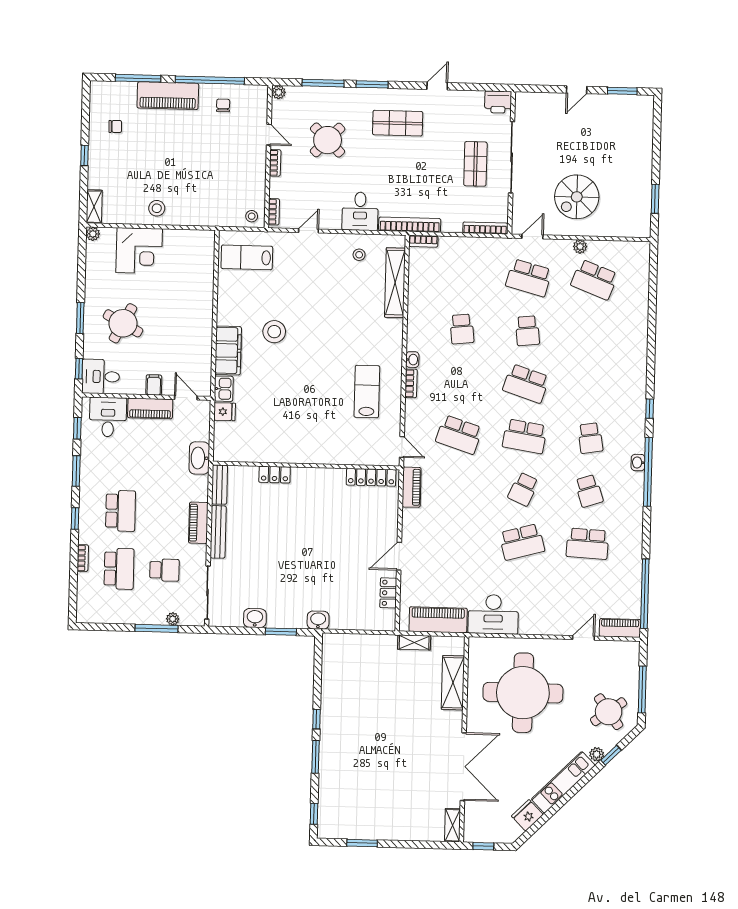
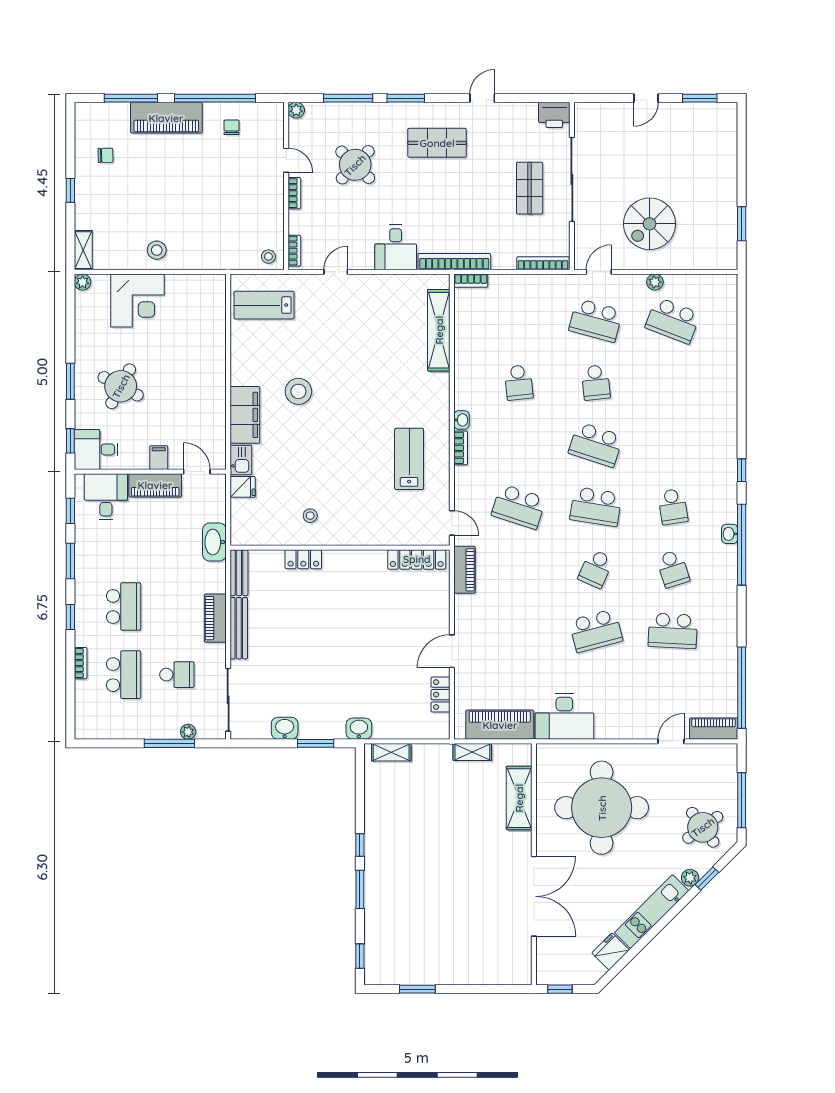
stool: (359, 255) -> (310, 516), moved
shelving: (453, 825) -> (391, 752), moved, turned 90

